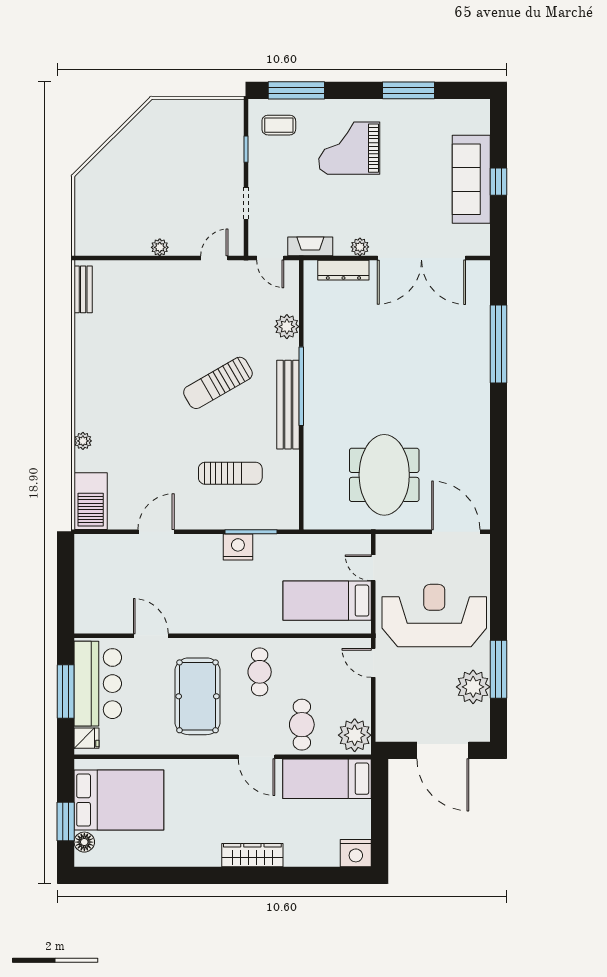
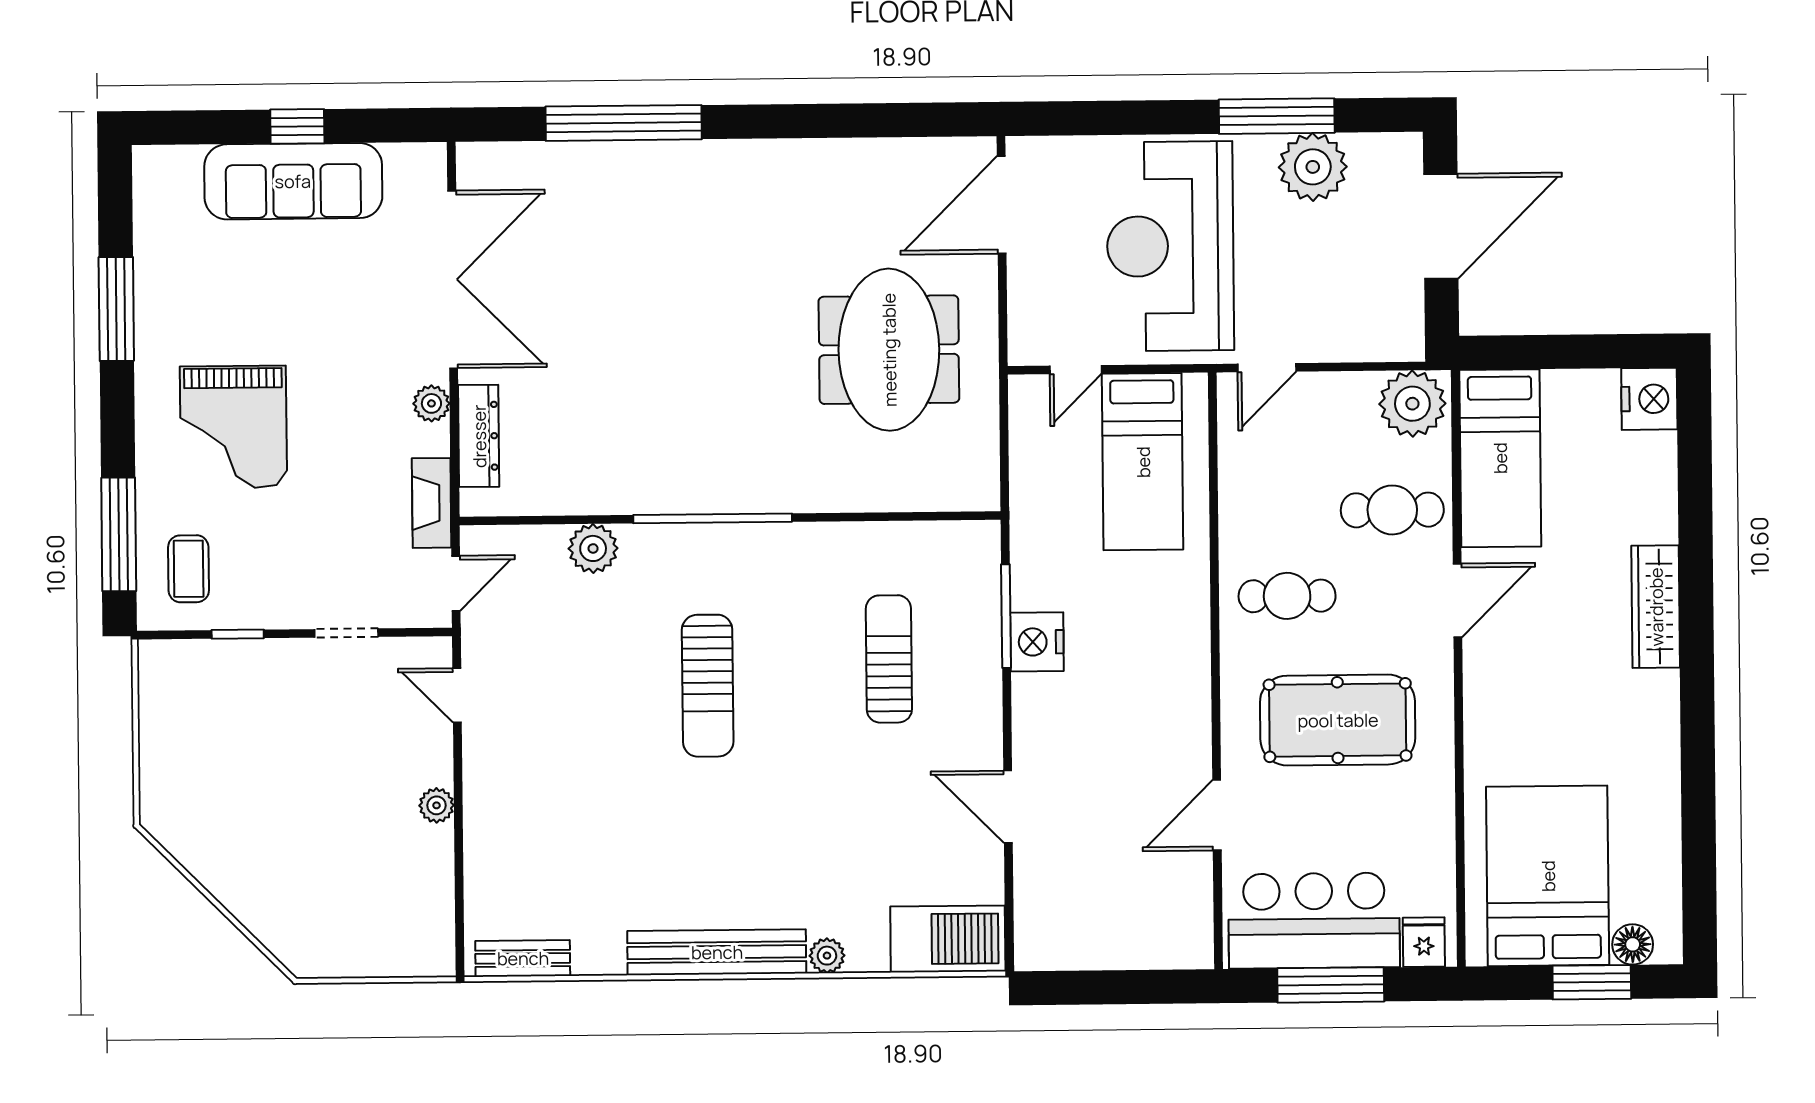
sun lounger: (218, 383) -> (708, 686), turned 30
bench: (288, 405) -> (717, 952), moved
meeting table: (384, 475) -> (889, 350), turned 90

